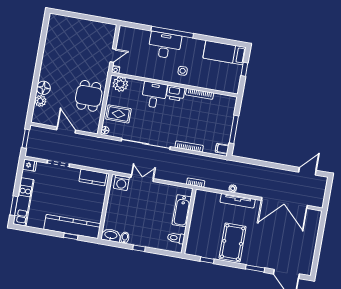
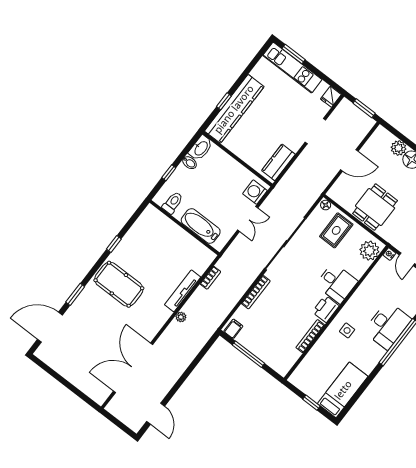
dining table: (89, 96) -> (375, 207), turned 90
tv unit: (238, 201) -> (183, 291), moved
bathtub: (182, 211) -> (201, 226), moved
wall: (189, 221) -> (185, 228), moved
toilet: (176, 238) -> (173, 203), moved

